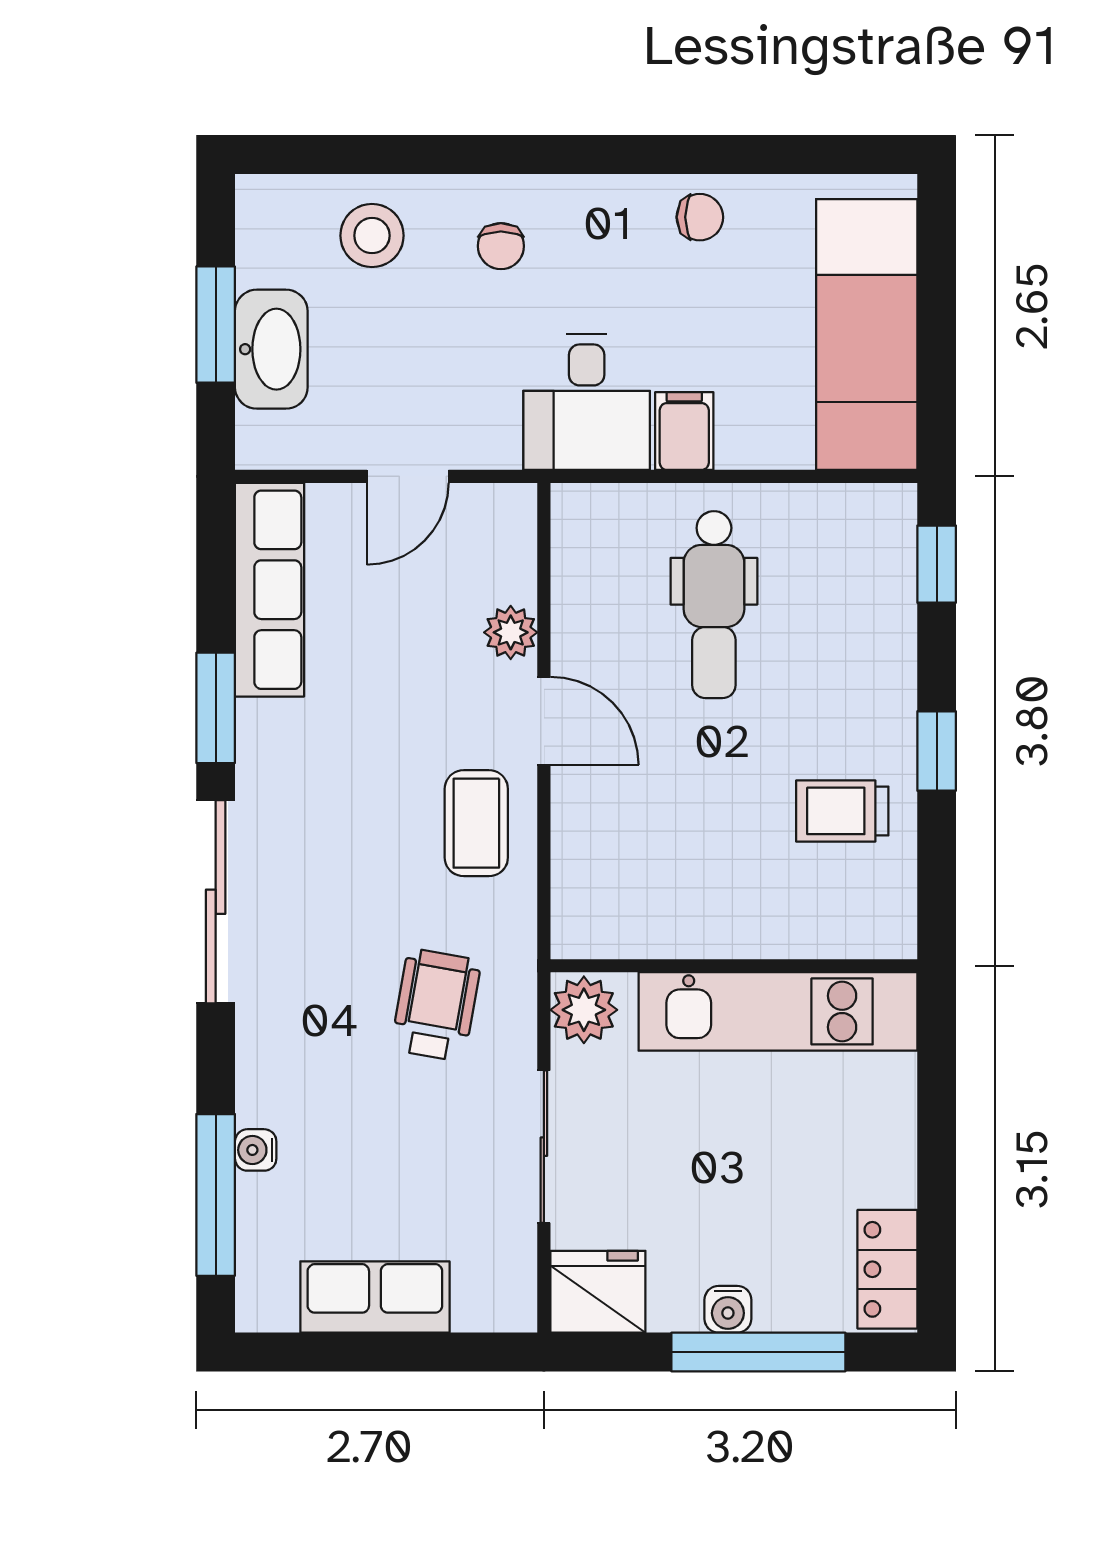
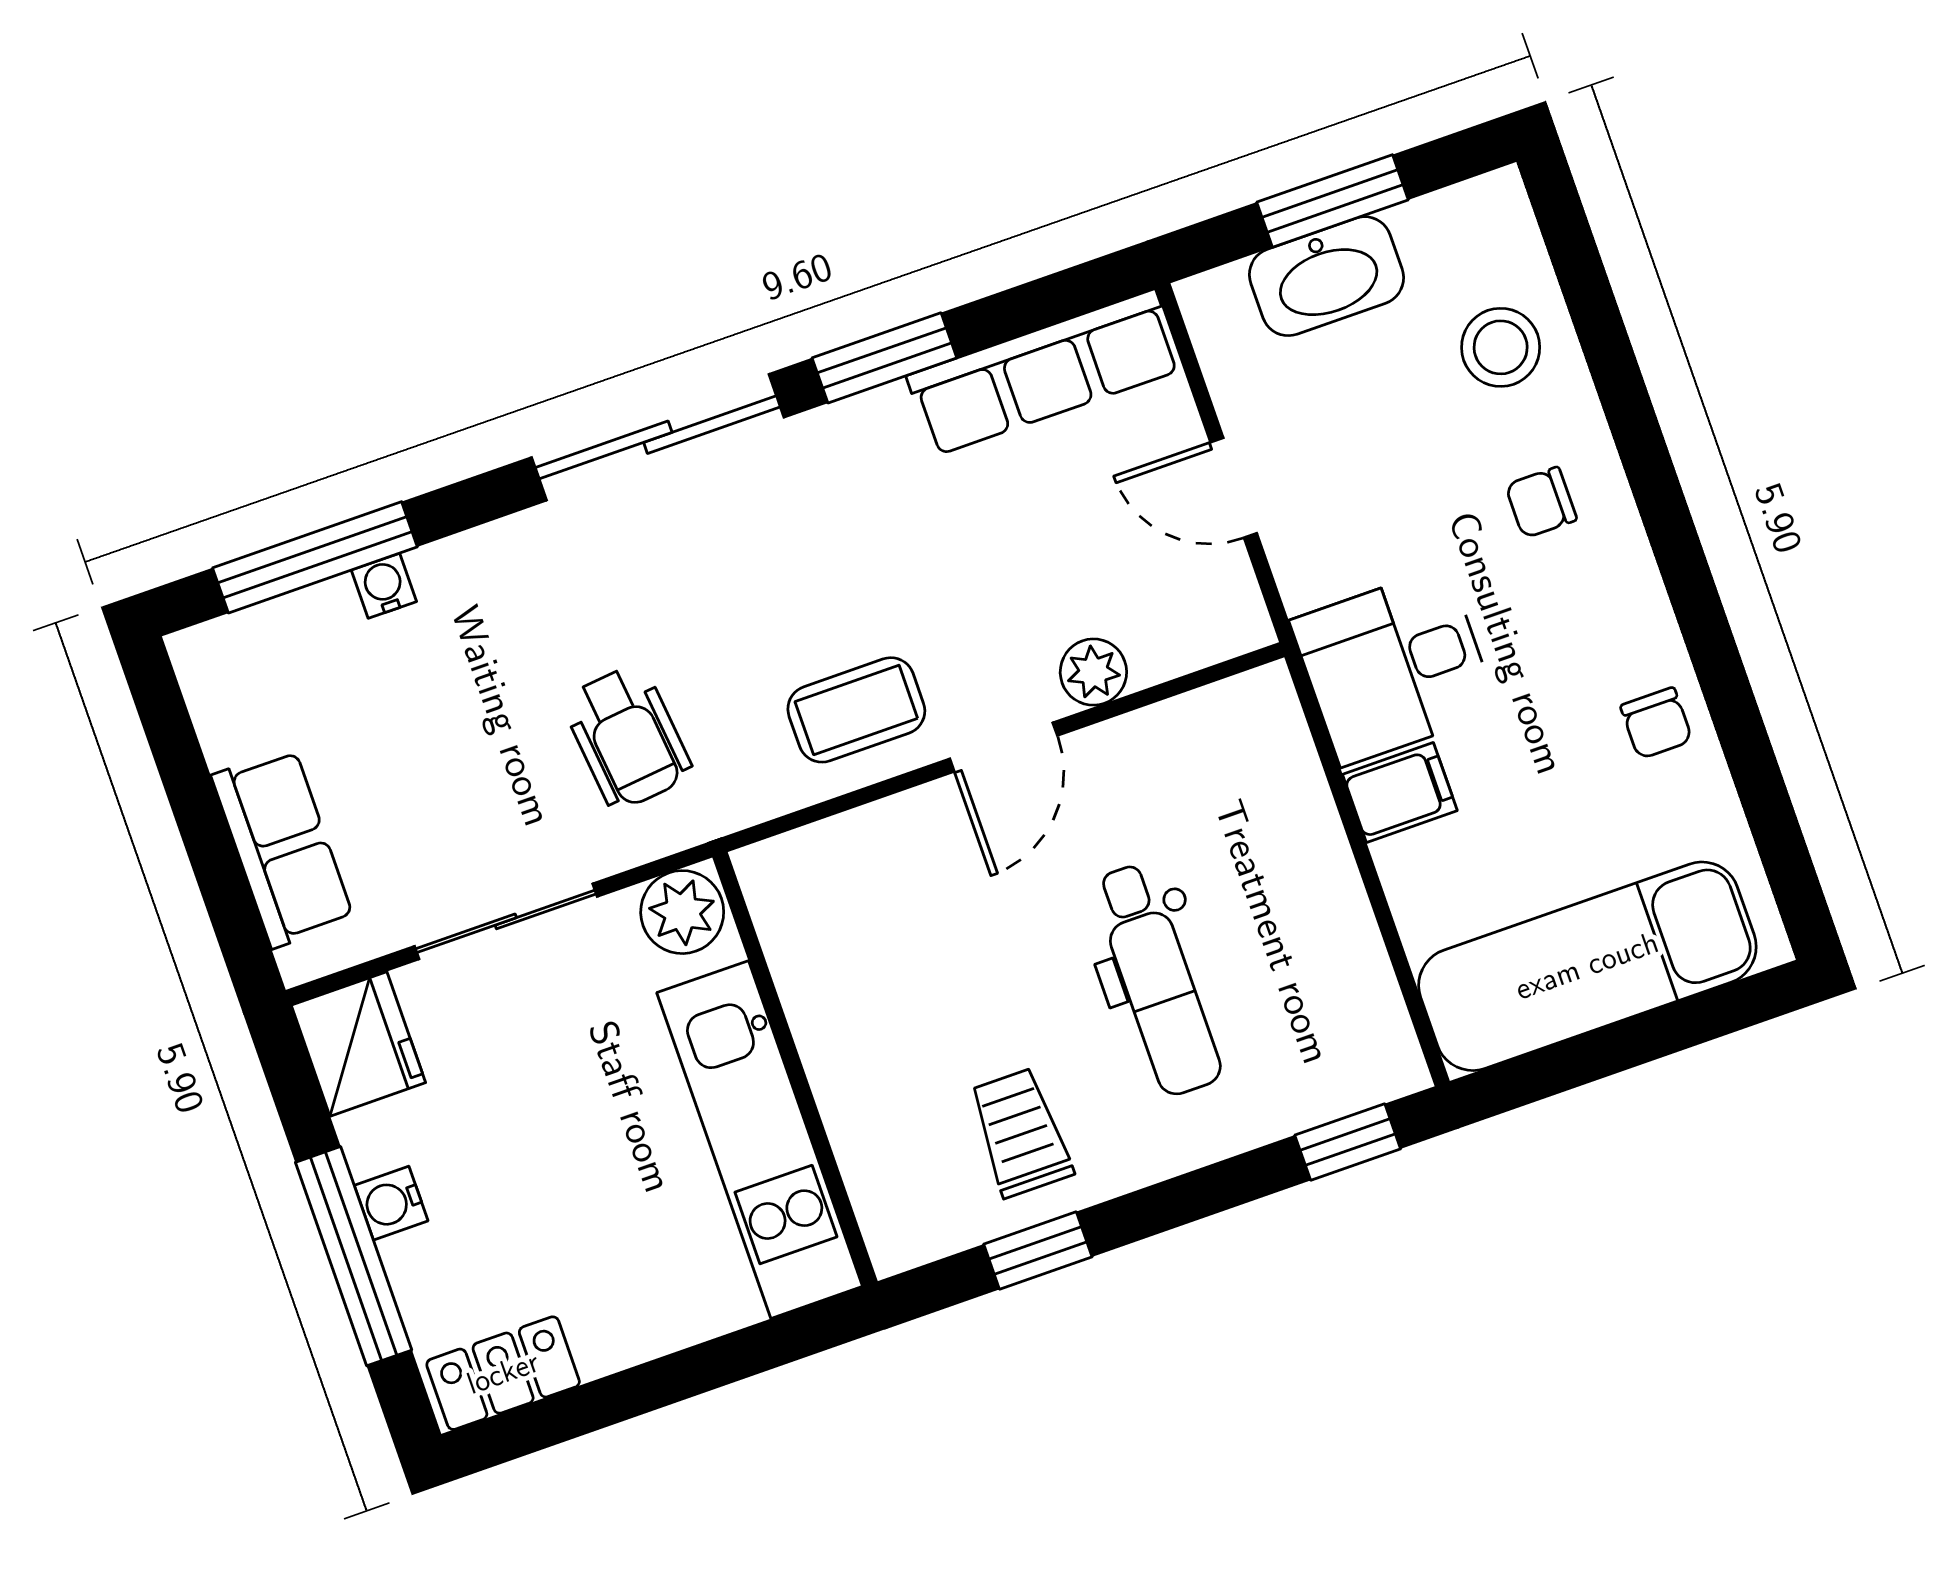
dental chair: (714, 605) -> (1157, 979), moved, turned -90
window: (937, 751) -> (1038, 1251), moved
wheelchair: (436, 1005) -> (627, 737), turned 74
row of seats: (375, 1297) -> (283, 848), moved

